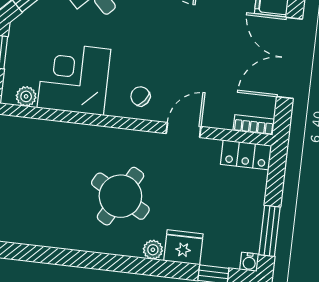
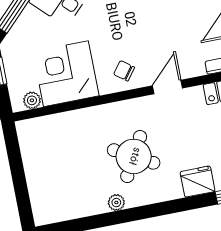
plant: (153, 250) -> (116, 203), moved

